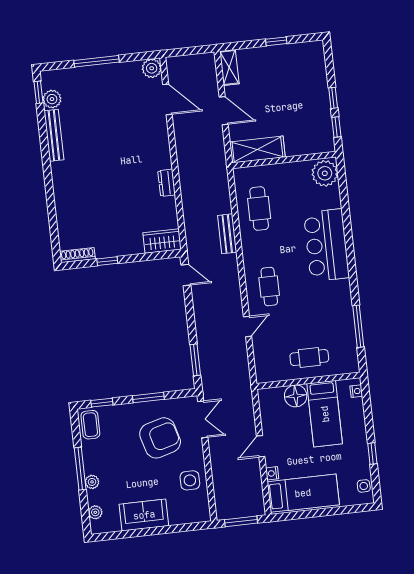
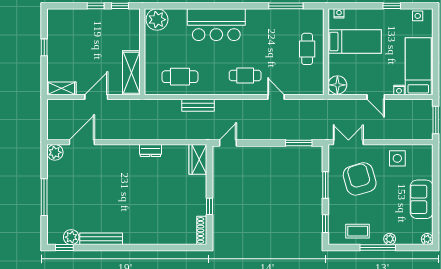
floor lamp: (296, 396) -> (337, 85), moved
coffee table: (90, 425) -> (358, 231), moved
plant: (95, 512) -> (427, 239), moved

